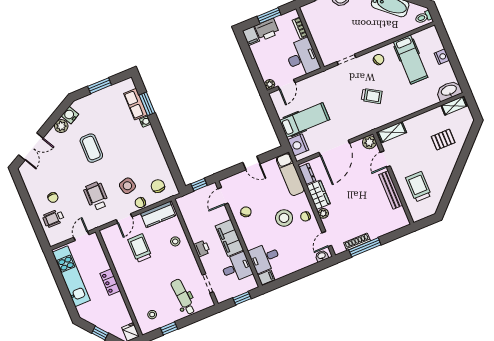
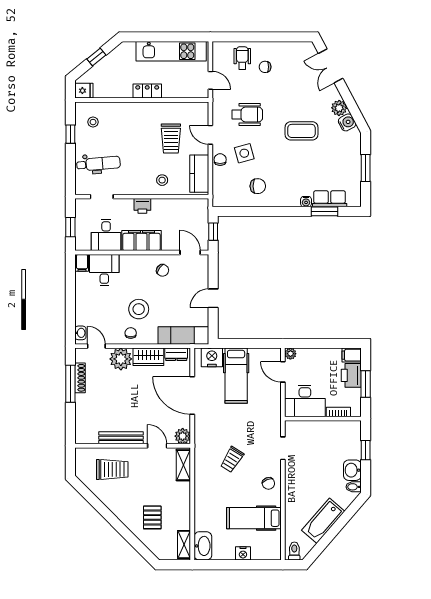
chair: (158, 186) -> (258, 186), moved
plant: (323, 213) -> (121, 359), width x1.88, depth x1.88
trolley: (140, 248) -> (171, 139), turned 90

